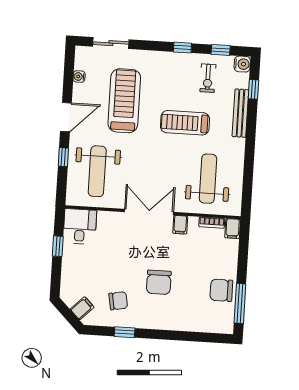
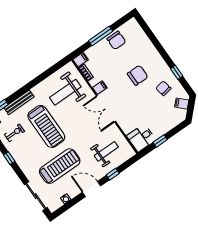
sliding door: (111, 43) -> (36, 196), width x1.37
treadmill: (124, 101) -> (60, 166), turned 180
treadmill: (185, 123) -> (46, 126), width x1.37, depth x1.38
weight bench: (97, 171) -> (106, 151), width x0.73, depth x0.75
window: (240, 303) -> (101, 36), moved

